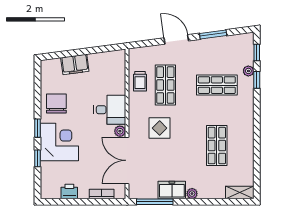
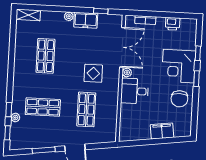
trolley: (140, 81) -> (108, 114), removed
window: (155, 202) -> (101, 11), width x0.46

